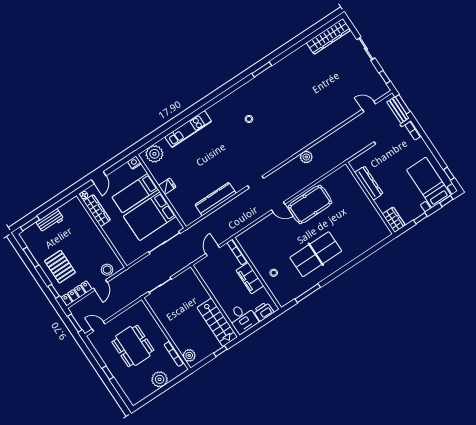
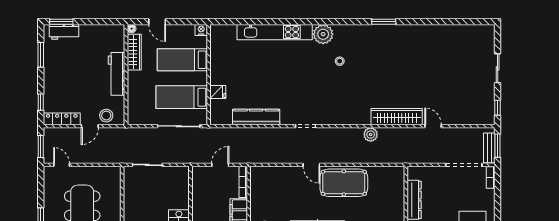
wardrobe: (329, 36) -> (397, 117), moved, turned 180
door: (369, 107) -> (433, 126), moved
kitchen unit: (188, 129) -> (275, 32), width x1.36
plant: (154, 154) -> (323, 34), moved
door: (99, 178) -> (157, 22), hinge flipped
fridge: (167, 186) -> (218, 92), moved
bed: (150, 216) -> (182, 97), width x0.67
workbench: (50, 221) -> (64, 32), moved
workbench: (95, 235) -> (117, 74), added
pallet: (60, 267) -> (63, 83), removed

